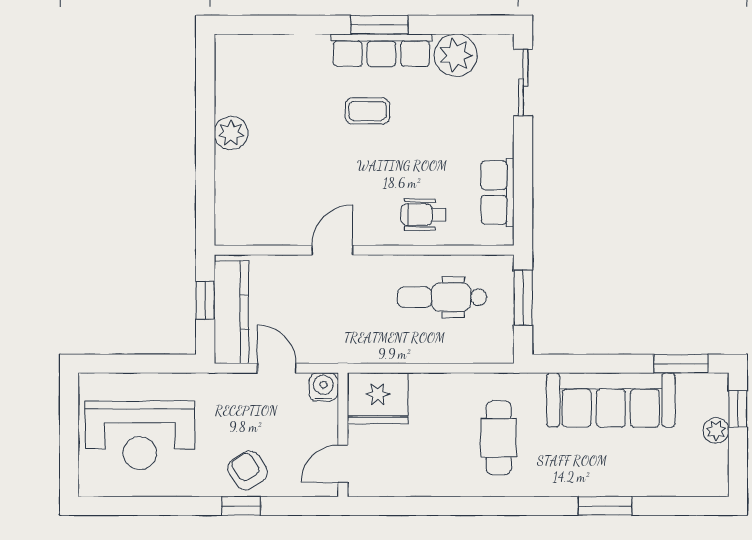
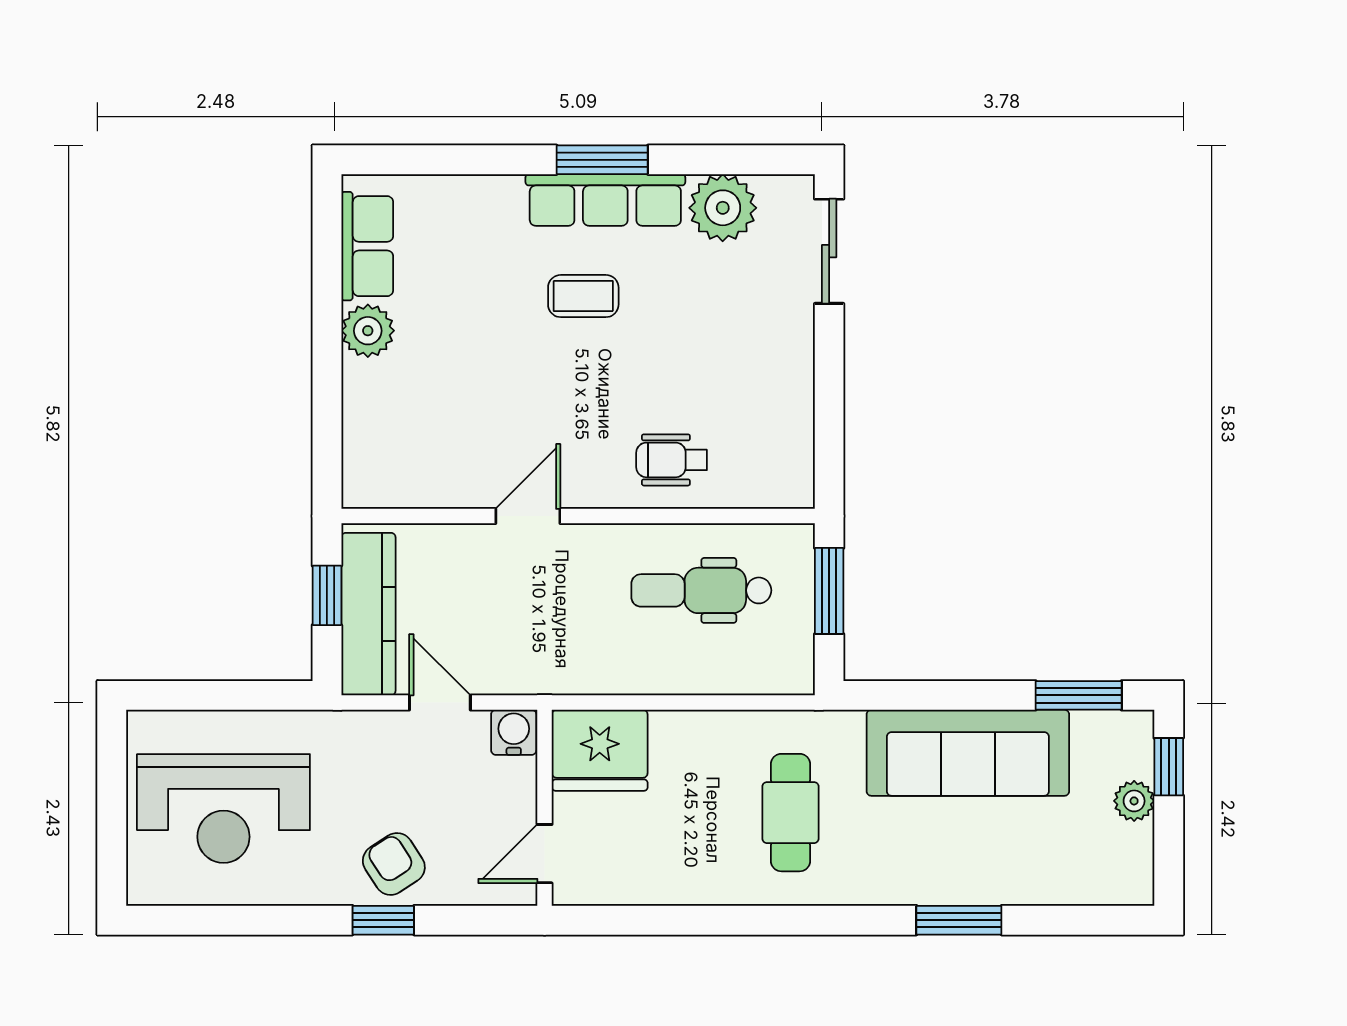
row of seats: (498, 193) -> (367, 246), moved, turned 180

